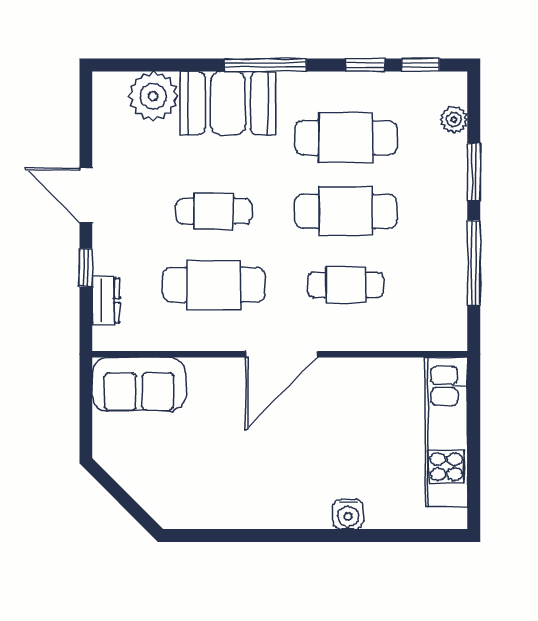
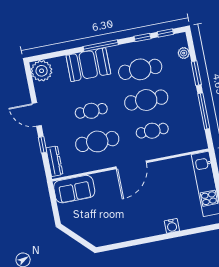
plant: (153, 96) -> (42, 71), moved
dresser: (106, 300) -> (54, 161), width x1.44

